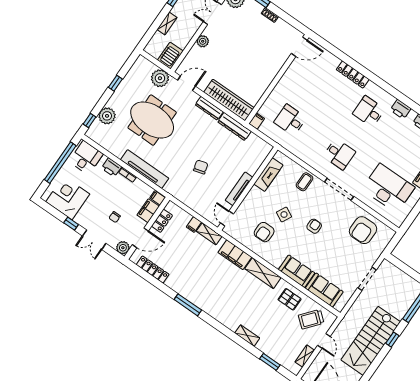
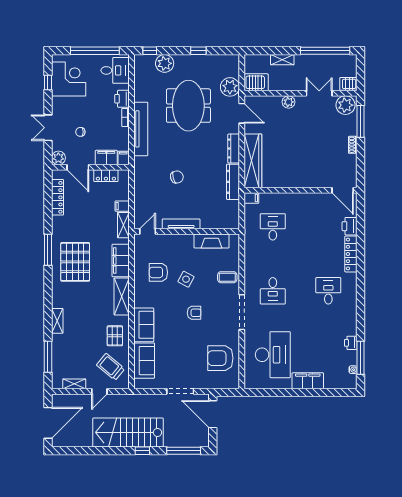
printer: (401, 109) -> (350, 226), moved
window: (71, 224) -> (48, 82), moved
door: (402, 266) -> (213, 414), added
pallet: (212, 290) -> (75, 262), added
window: (270, 362) -> (48, 357), width x1.44

